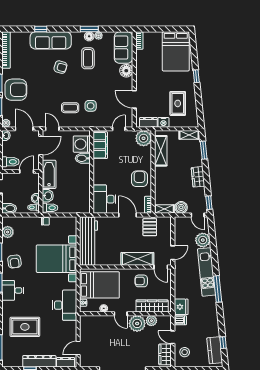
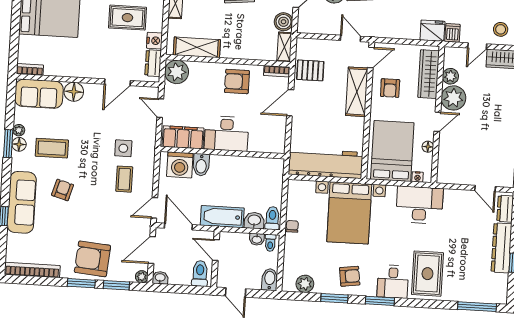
armchair: (16, 90) -> (92, 259), turned -85
desk: (104, 199) -> (226, 134), moved
rug: (25, 327) -> (427, 274), moved

